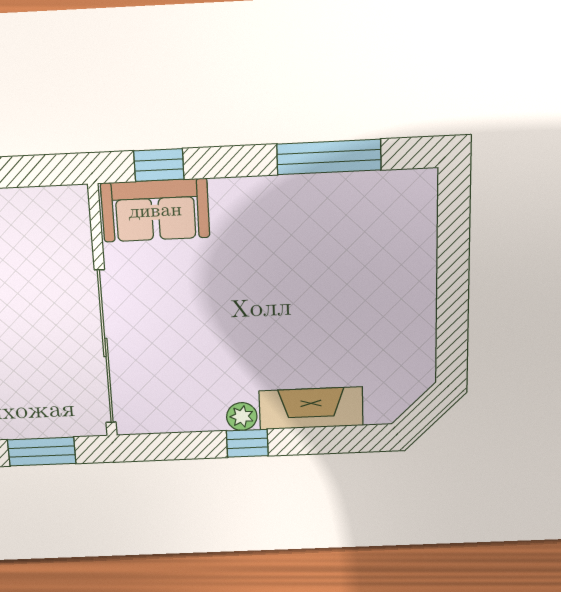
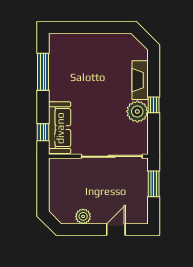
sofa: (155, 210) -> (60, 128), width x1.36
plant: (242, 417) -> (137, 111), width x1.88, depth x1.88

